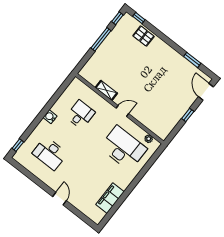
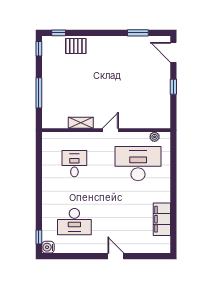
window: (101, 39) -> (39, 93), moved
water cooler: (50, 117) -> (48, 247), moved

